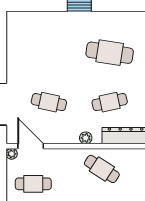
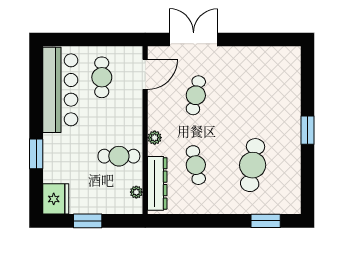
plant: (12, 154) -> (136, 192), moved
cafe table: (102, 169) -> (119, 156), turned 57

